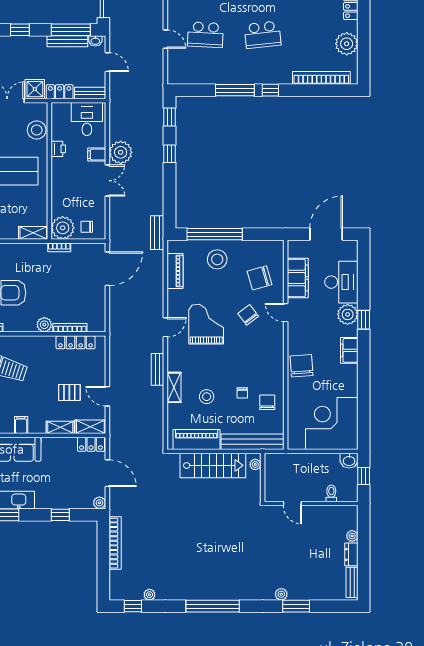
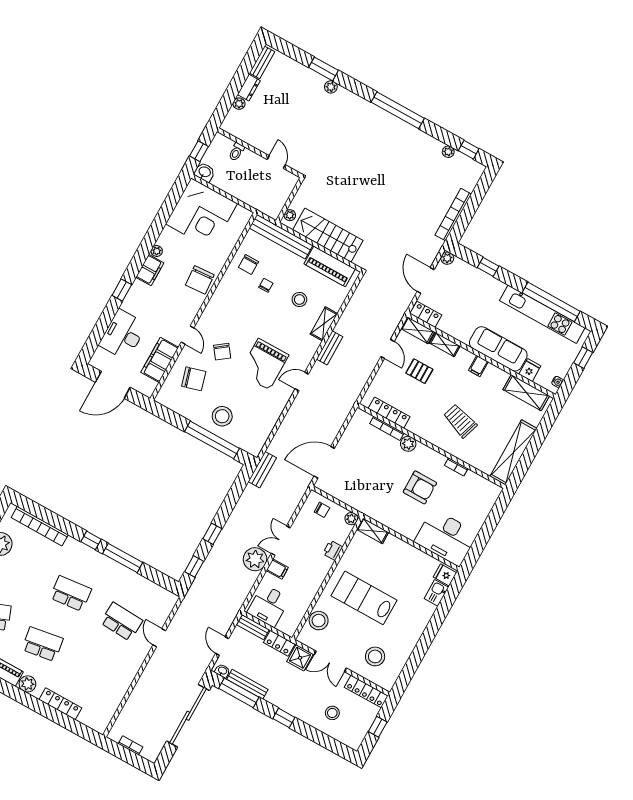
printer: (58, 149) -> (333, 550), moved
plant: (63, 228) -> (351, 519), width x0.53, depth x0.53
bookcase: (59, 247) -> (357, 505), removed
piano: (175, 271) -> (265, 427), removed
plant: (348, 314) -> (157, 251), moved, width x0.53, depth x0.53

